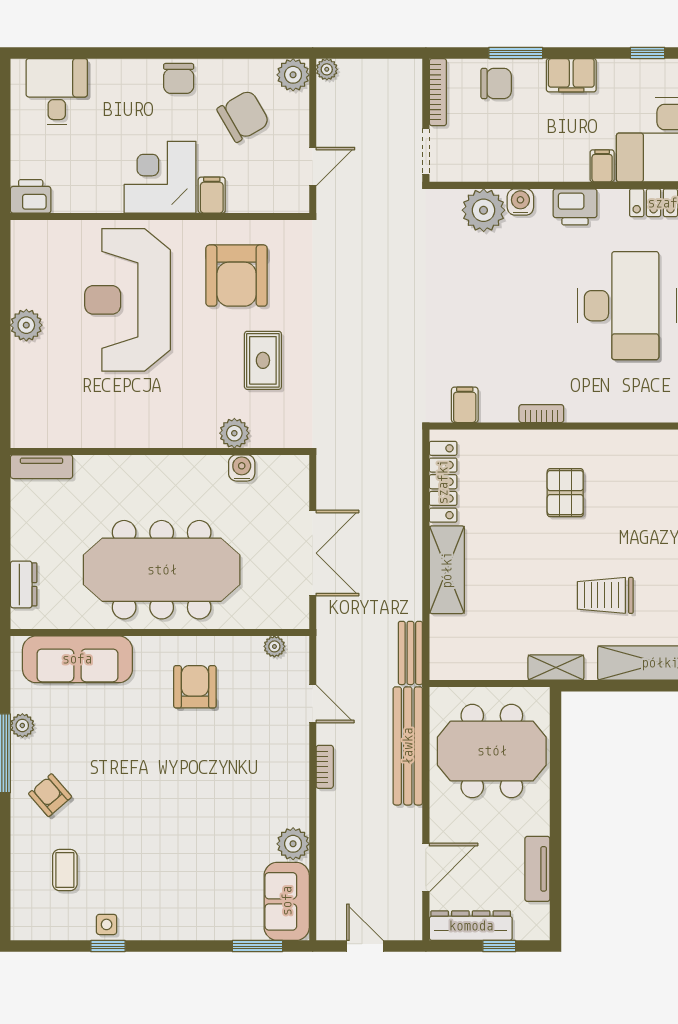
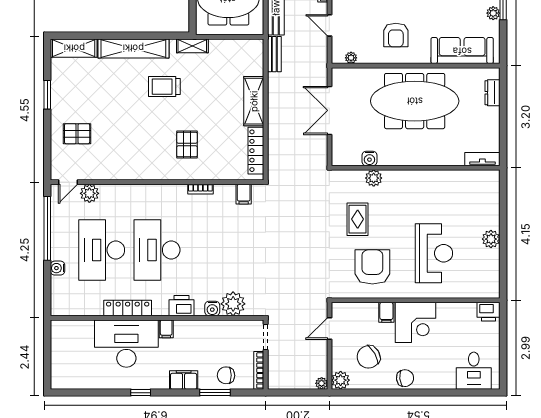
chair: (179, 78) -> (405, 378), turned 84
reception desk: (127, 300) -> (434, 253), width x0.74, depth x0.77
trolley: (605, 595) -> (164, 87), turned 180

